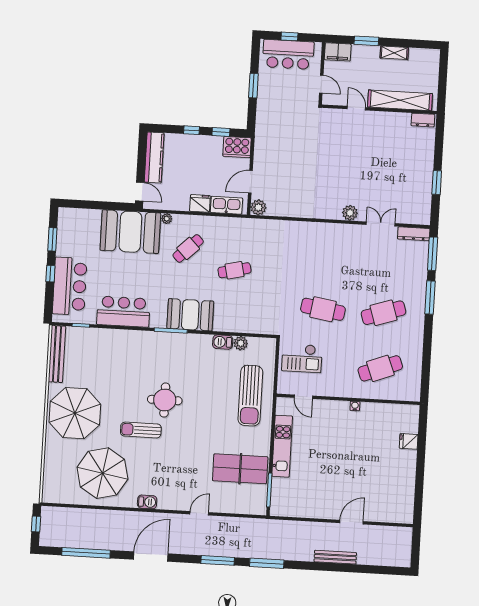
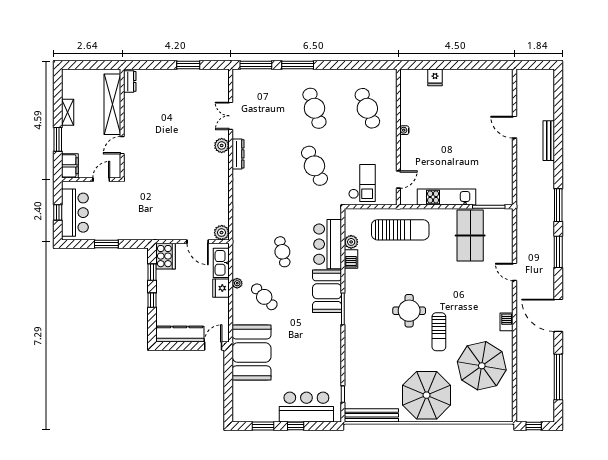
plant: (167, 219) -> (237, 283), moved
dresser: (414, 234) -> (238, 154), moved
cafe table: (323, 309) -> (314, 166), turned -33
bar counter: (123, 312) -> (328, 244), moved

